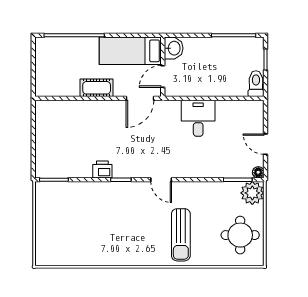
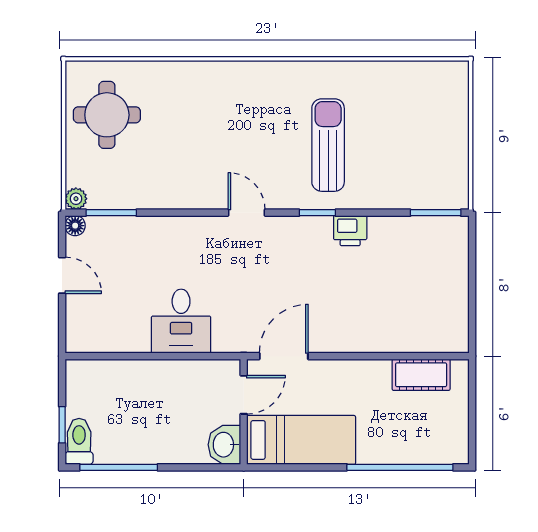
toilet: (256, 84) -> (79, 441), moved, turned 180
cot: (97, 88) -> (421, 375), moved
plant: (252, 193) -> (76, 199), width x0.53, depth x0.53
sun lounger: (181, 235) -> (328, 145), moved

